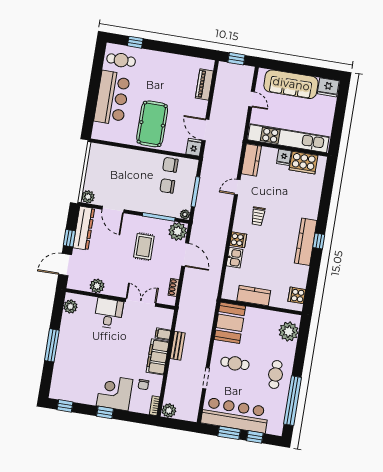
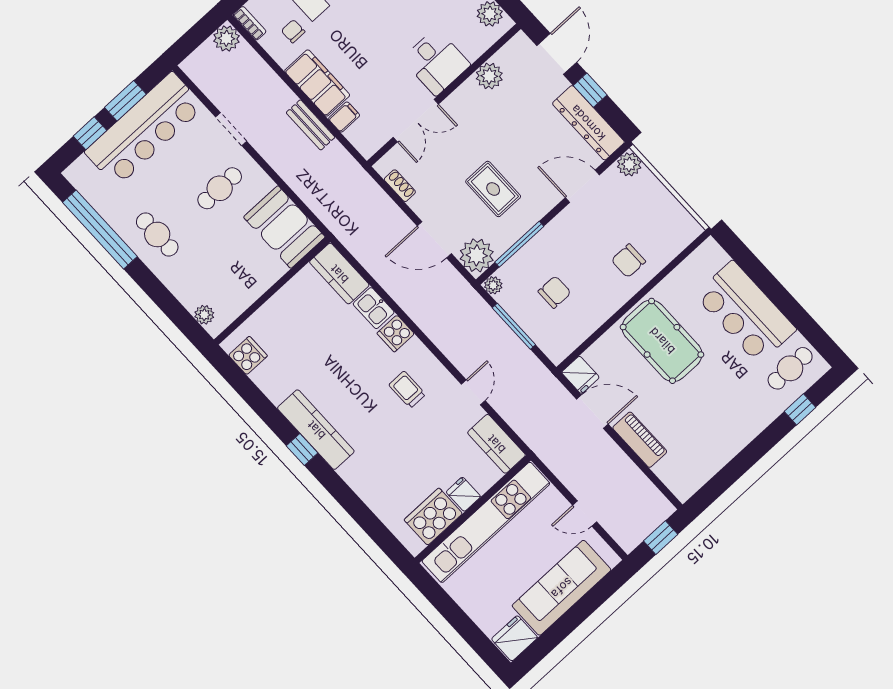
piano: (204, 84) -> (640, 440), moved
chair: (170, 165) -> (628, 261), moved, turned 180
kitchen counter: (254, 296) -> (339, 274), moved, turned 90
plant: (289, 331) -> (204, 315), width x0.53, depth x0.53

